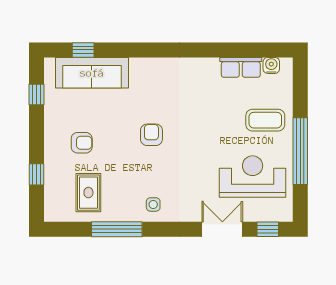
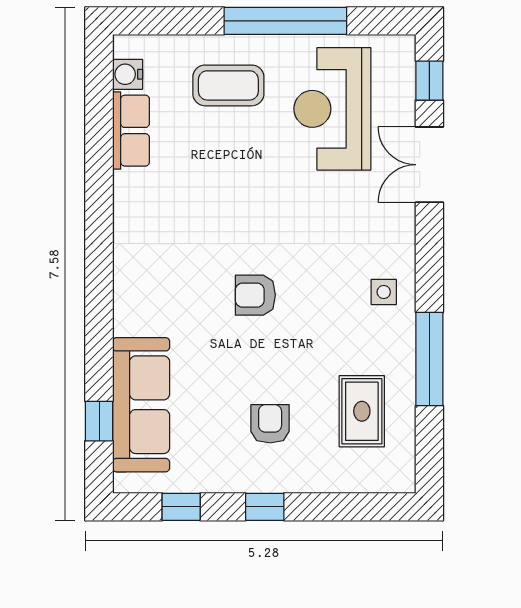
coffee table: (265, 120) -> (228, 85), turned 90
window: (37, 174) -> (265, 507), moved
rug: (88, 193) -> (362, 411), turned 90

